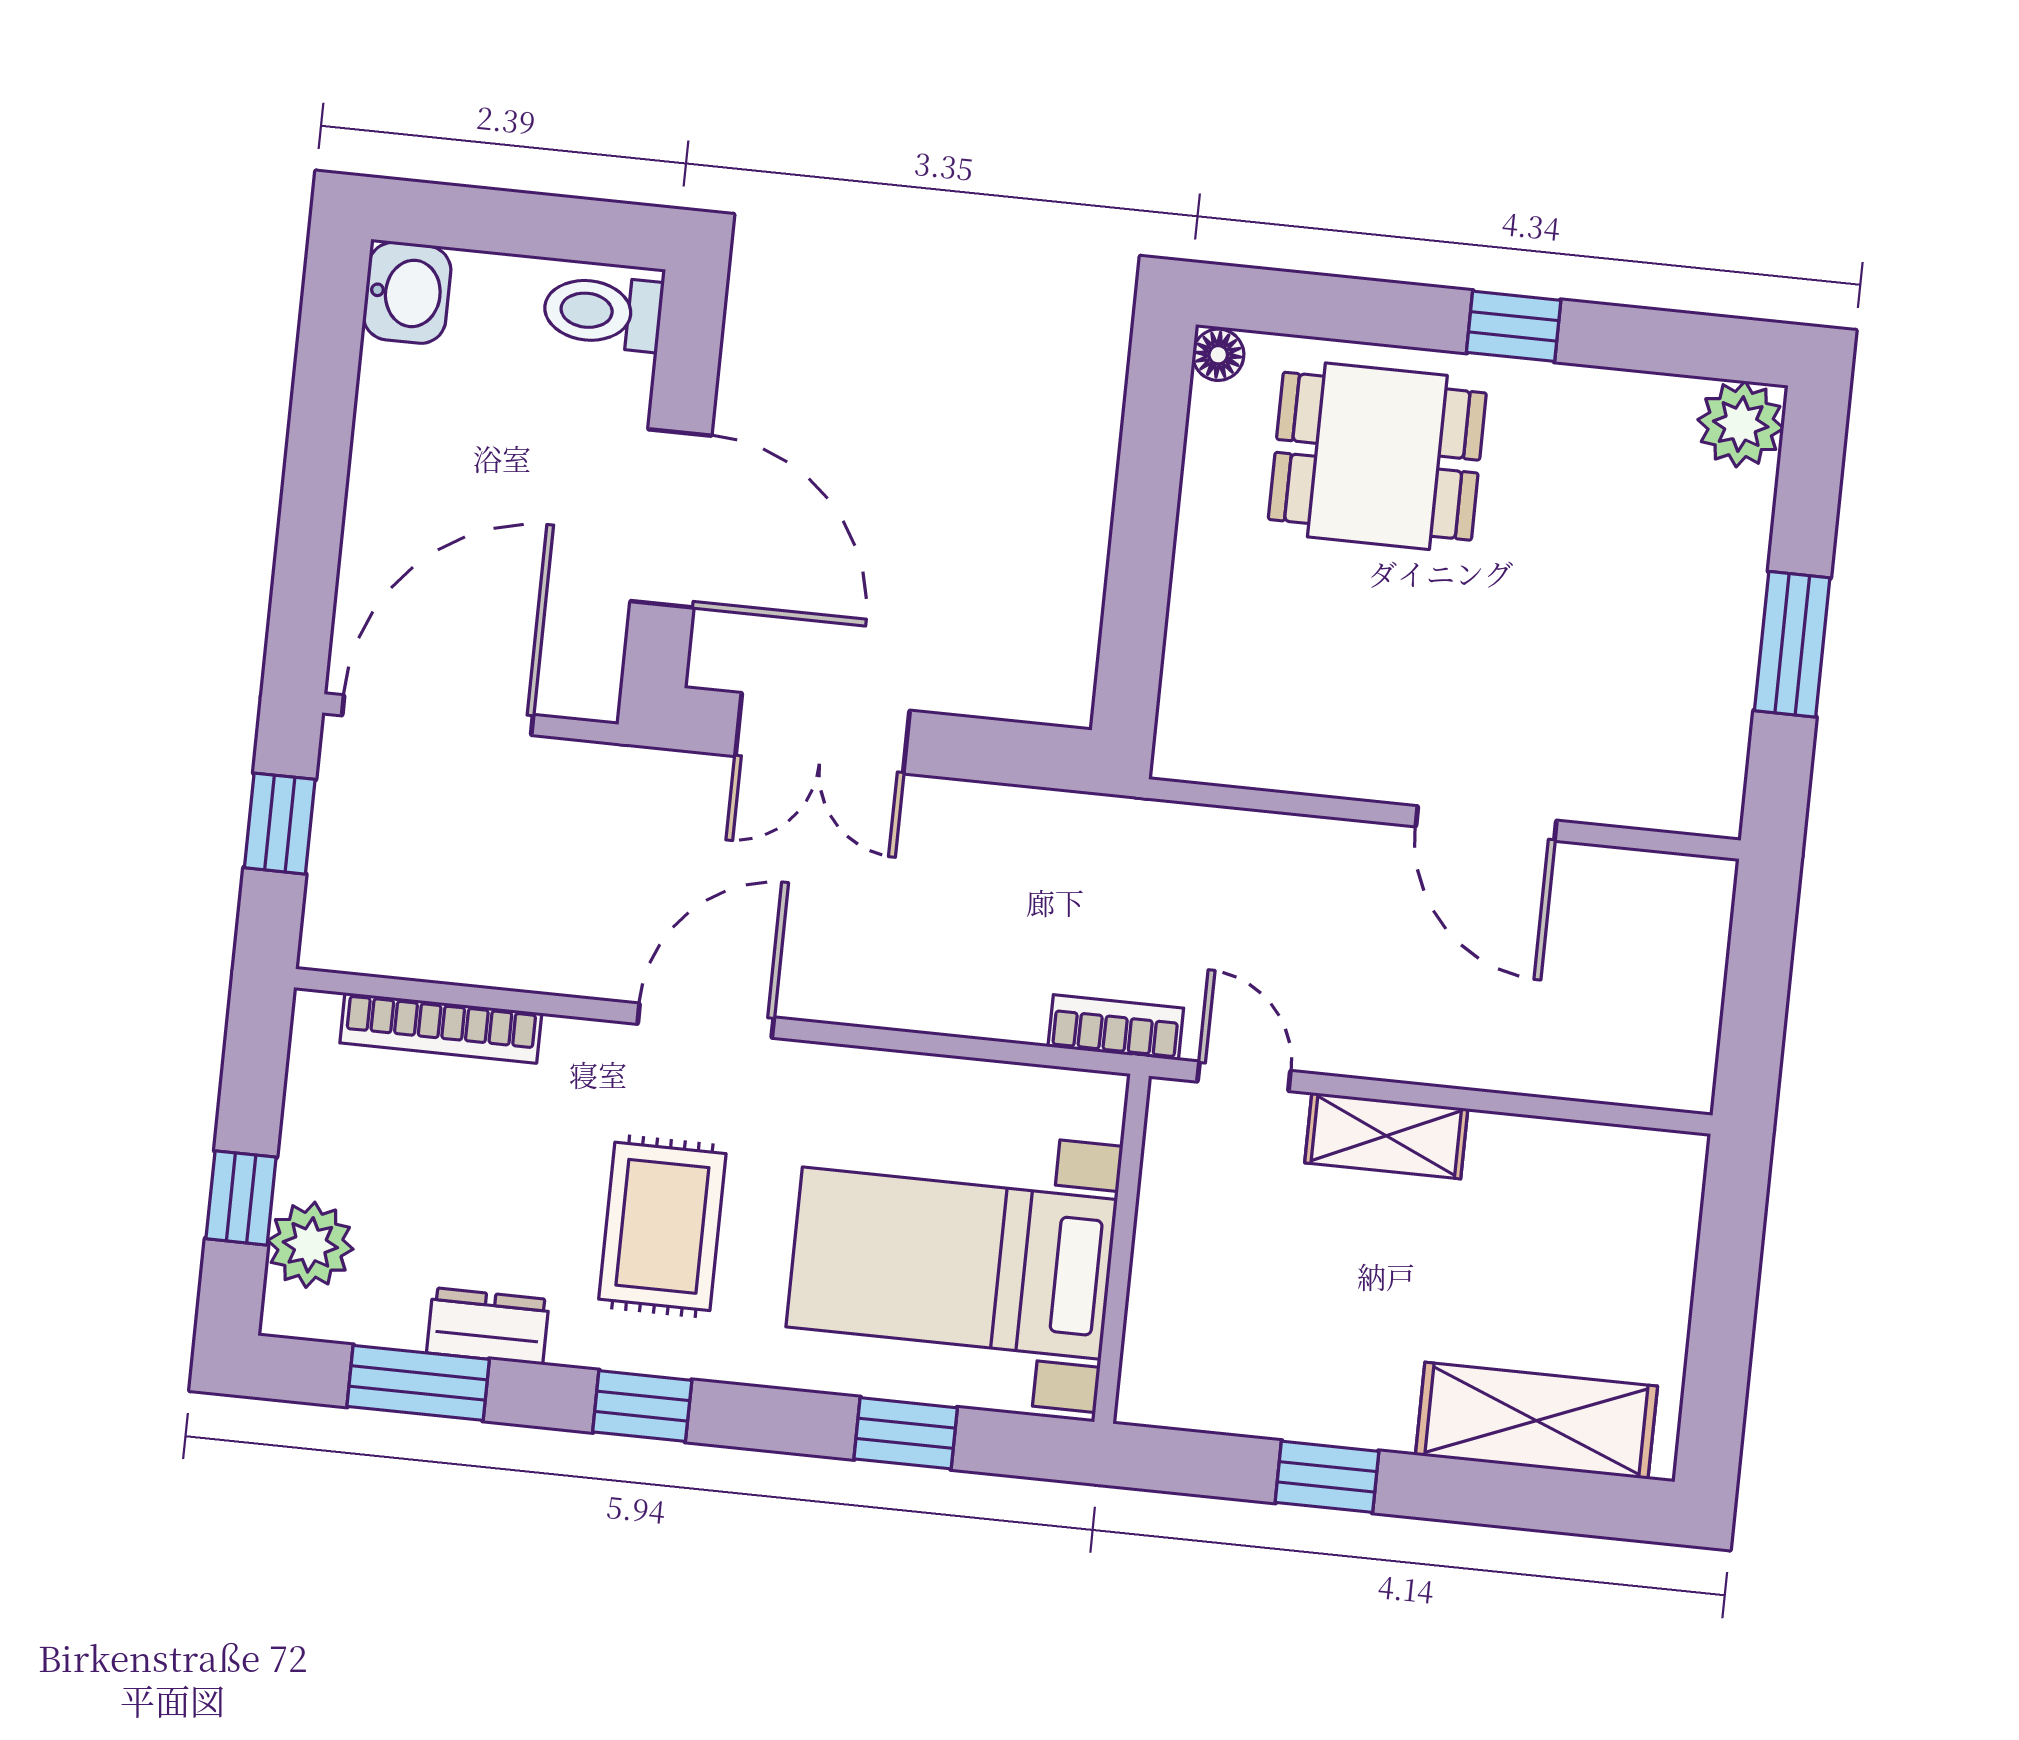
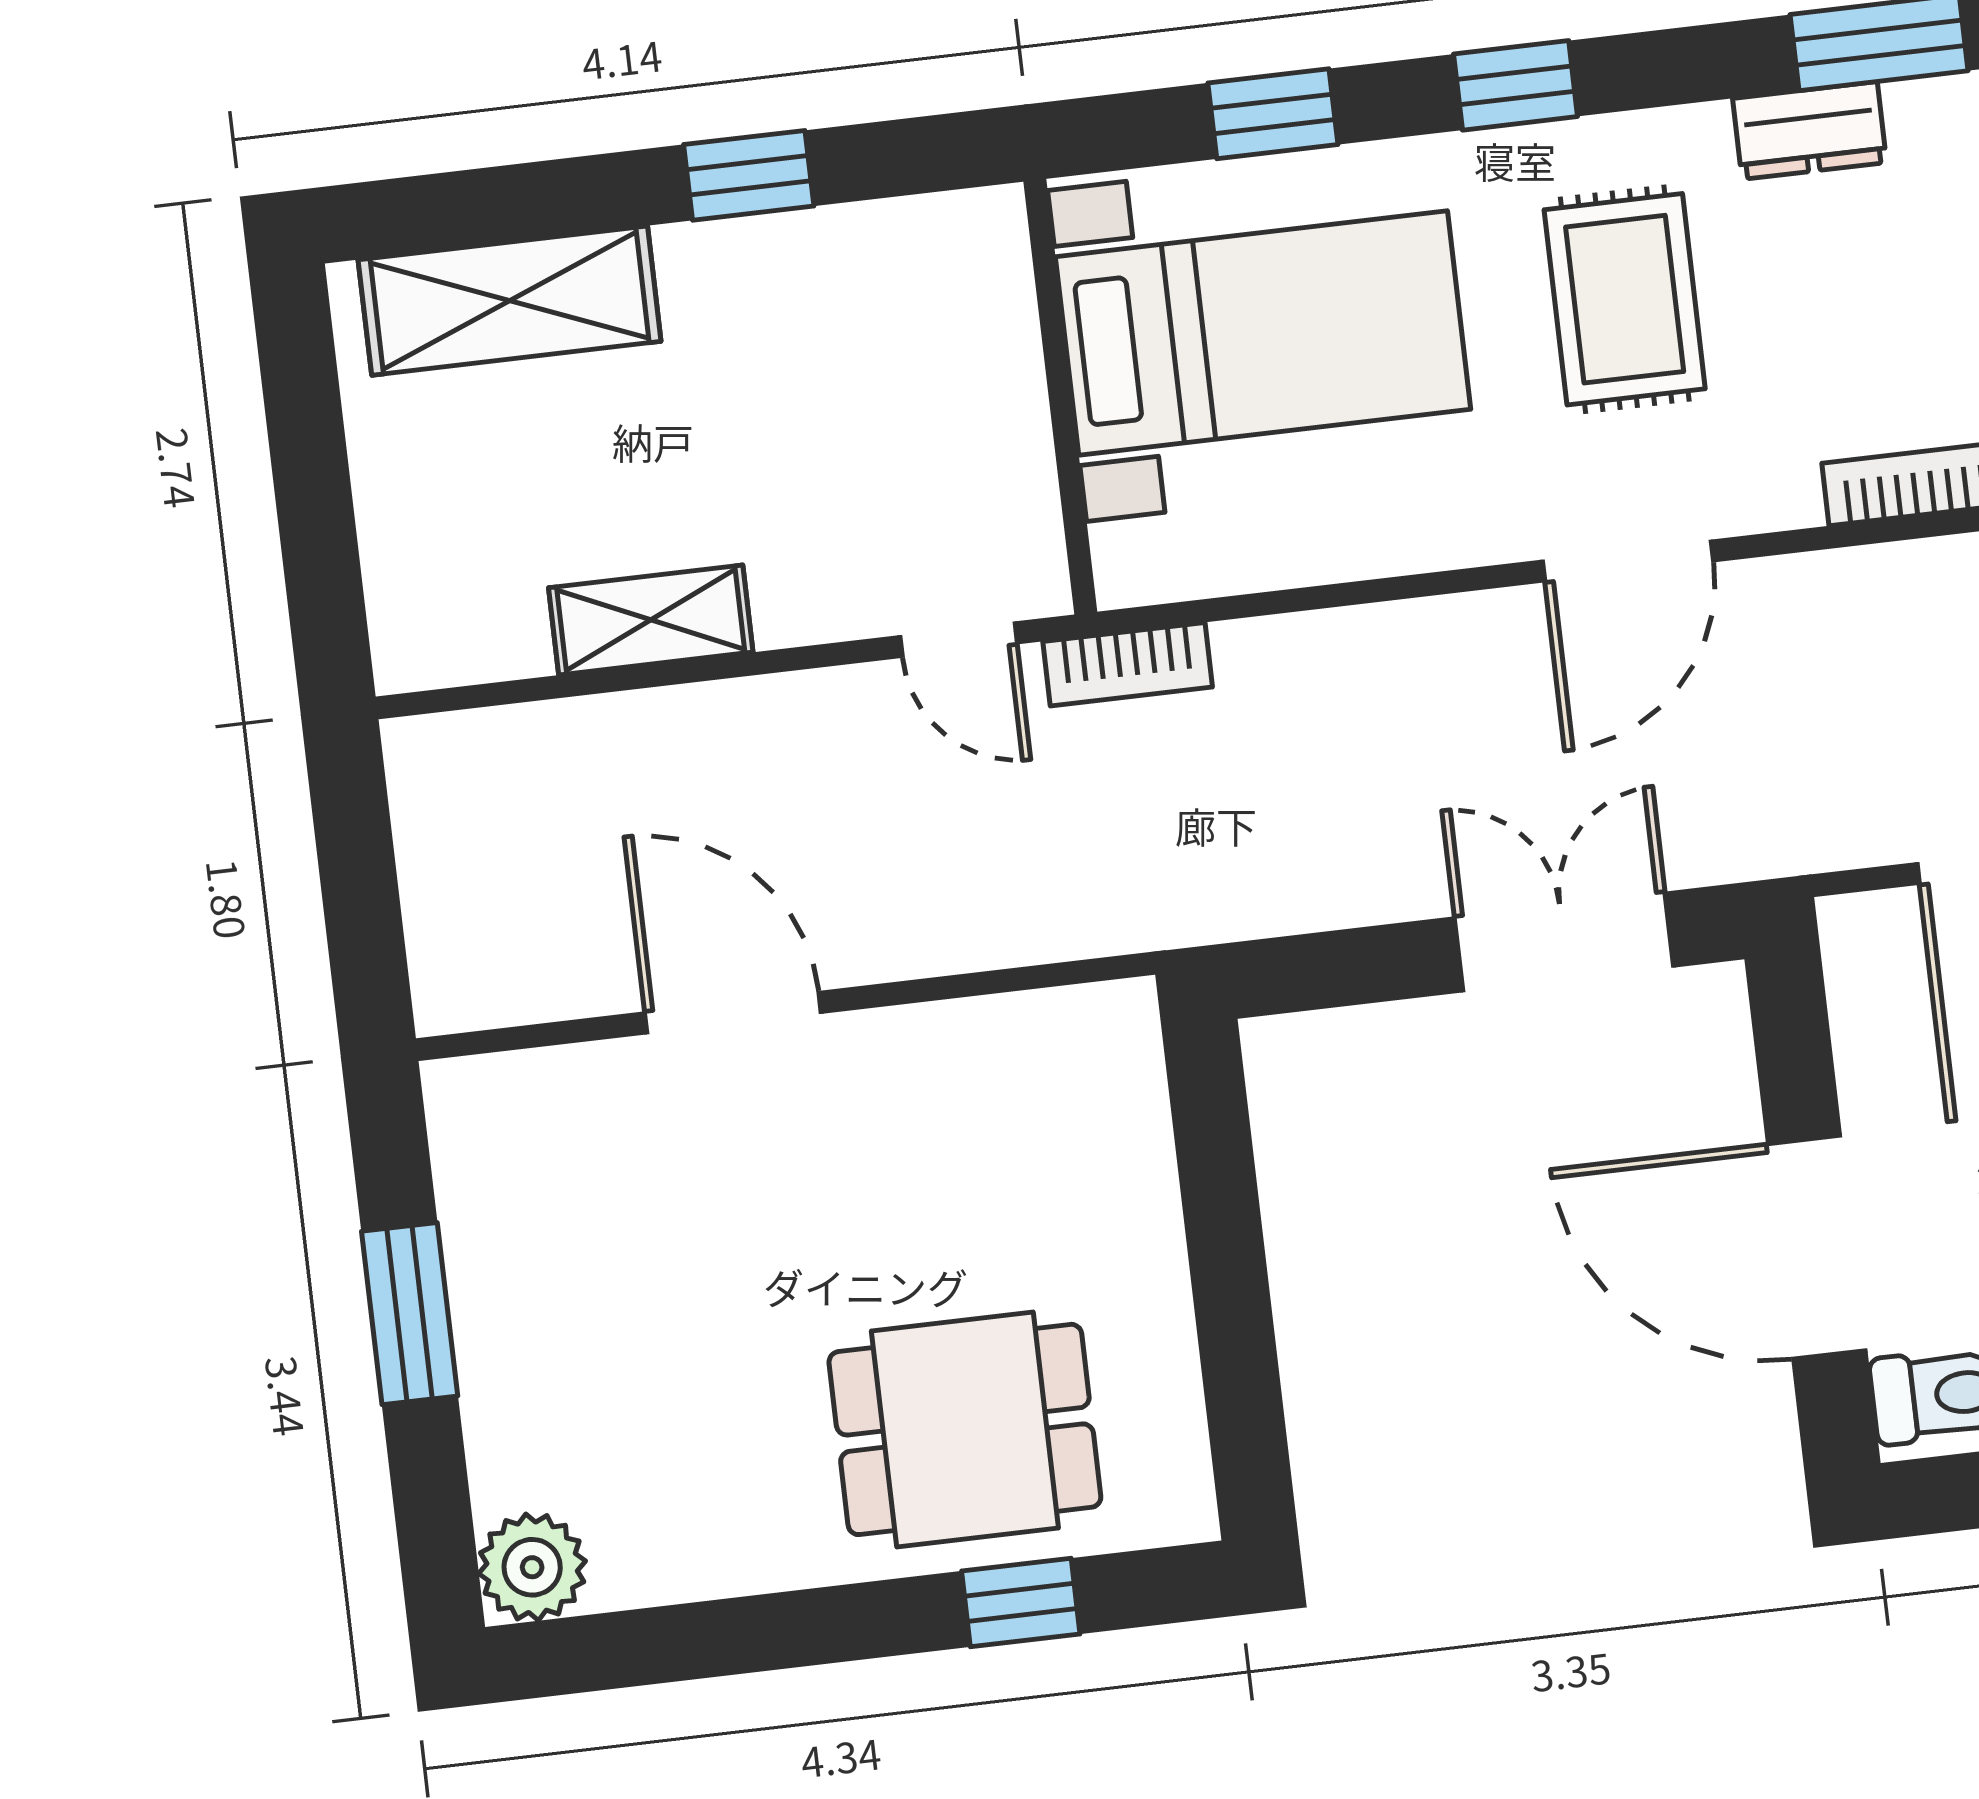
window: (1514, 326) -> (1021, 1603), moved
floor lamp: (1218, 355) -> (1186, 1510), removed
door: (671, 518) -> (1817, 1247), moved
shelving: (1386, 1136) -> (651, 620), moved
window: (642, 1406) -> (1516, 85), moved

